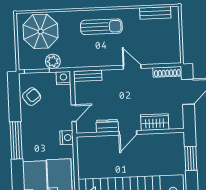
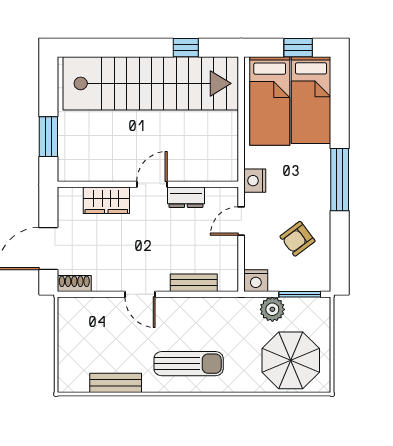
bench: (155, 13) -> (116, 383), moved
sun lounger: (101, 27) -> (189, 364), turned 180
shoe rack: (167, 72) -> (74, 283), width x0.70
bench: (88, 76) -> (194, 283), moved
armchair: (32, 97) -> (297, 239), moved

